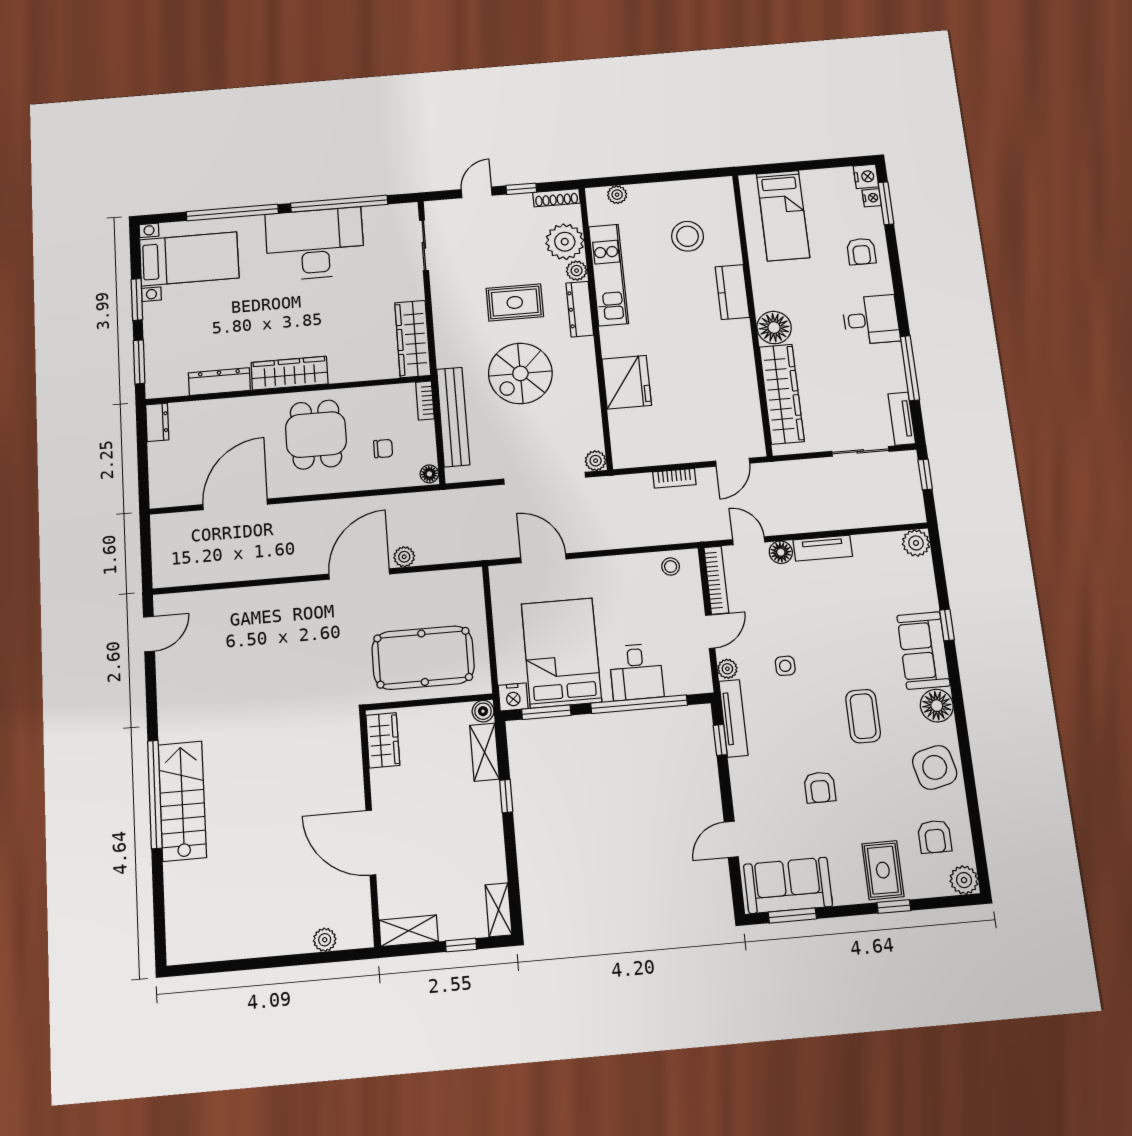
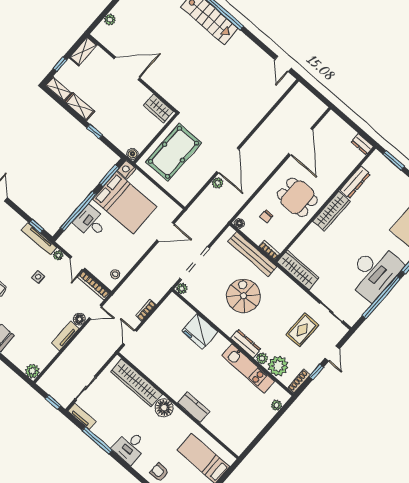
stool: (688, 236) -> (232, 414), removed
rug: (515, 302) -> (302, 330), moved
shelving: (485, 752) -> (80, 107), moved

